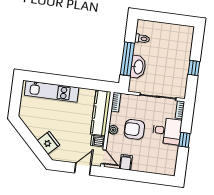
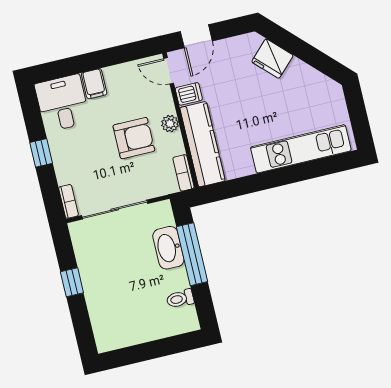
desk: (167, 131) -> (62, 103), moved, turned 90
filing cabinet: (126, 162) -> (94, 84), moved

